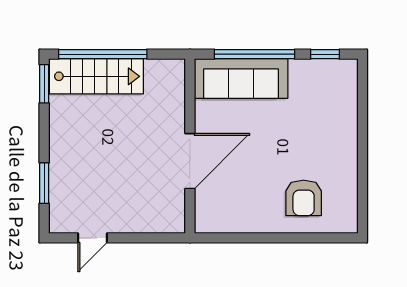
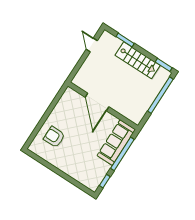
stairs: (96, 76) -> (138, 60), moved, turned -90

